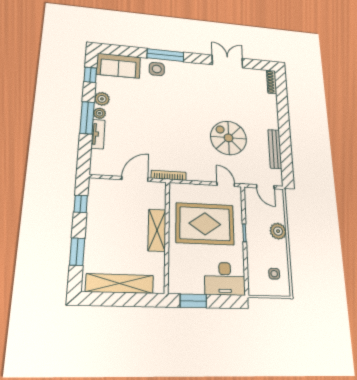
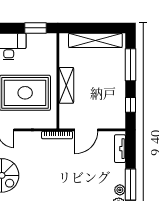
tv unit: (98, 134) -> (120, 149), moved
window: (77, 252) -> (130, 65), width x1.44

